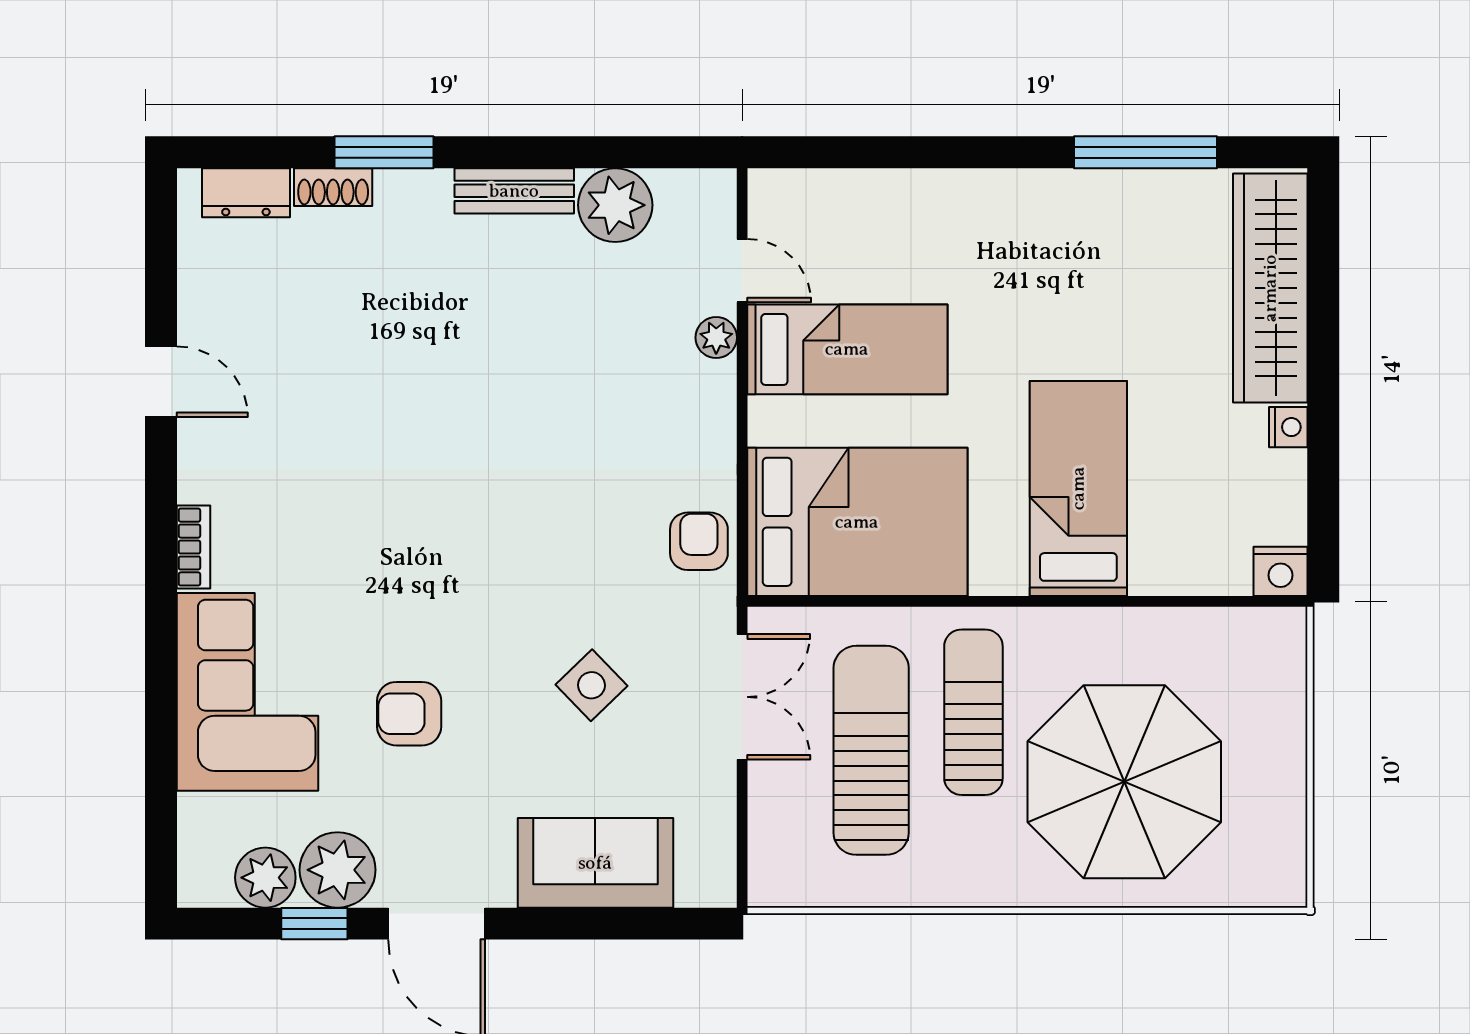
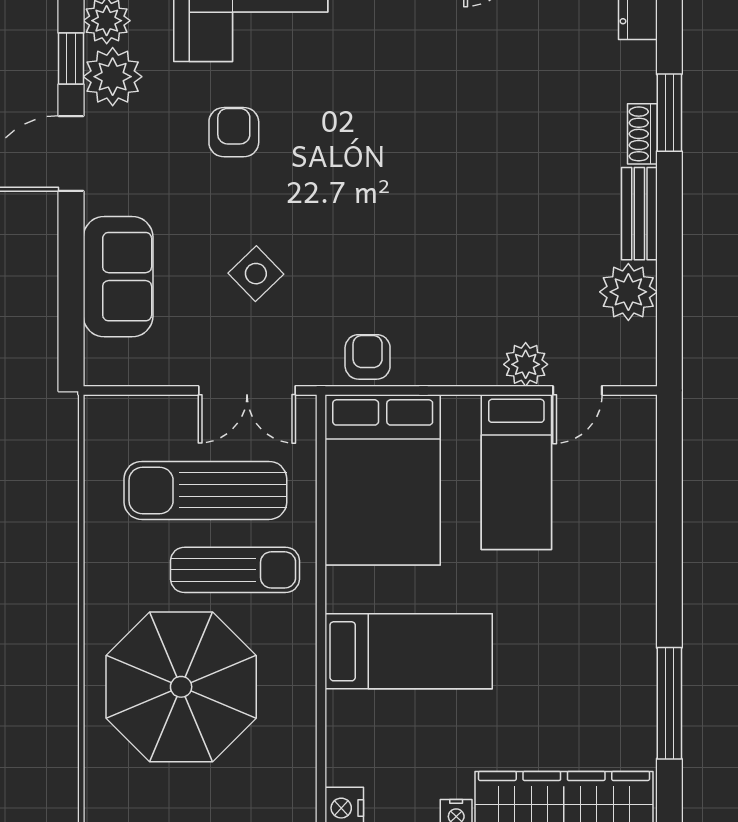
shoe rack: (333, 187) -> (642, 134), moved
plant: (716, 338) -> (526, 364), width x1.38, depth x1.38
armchair: (699, 541) -> (368, 357), turned -90
sun lounger: (871, 750) -> (205, 490), turned 180

